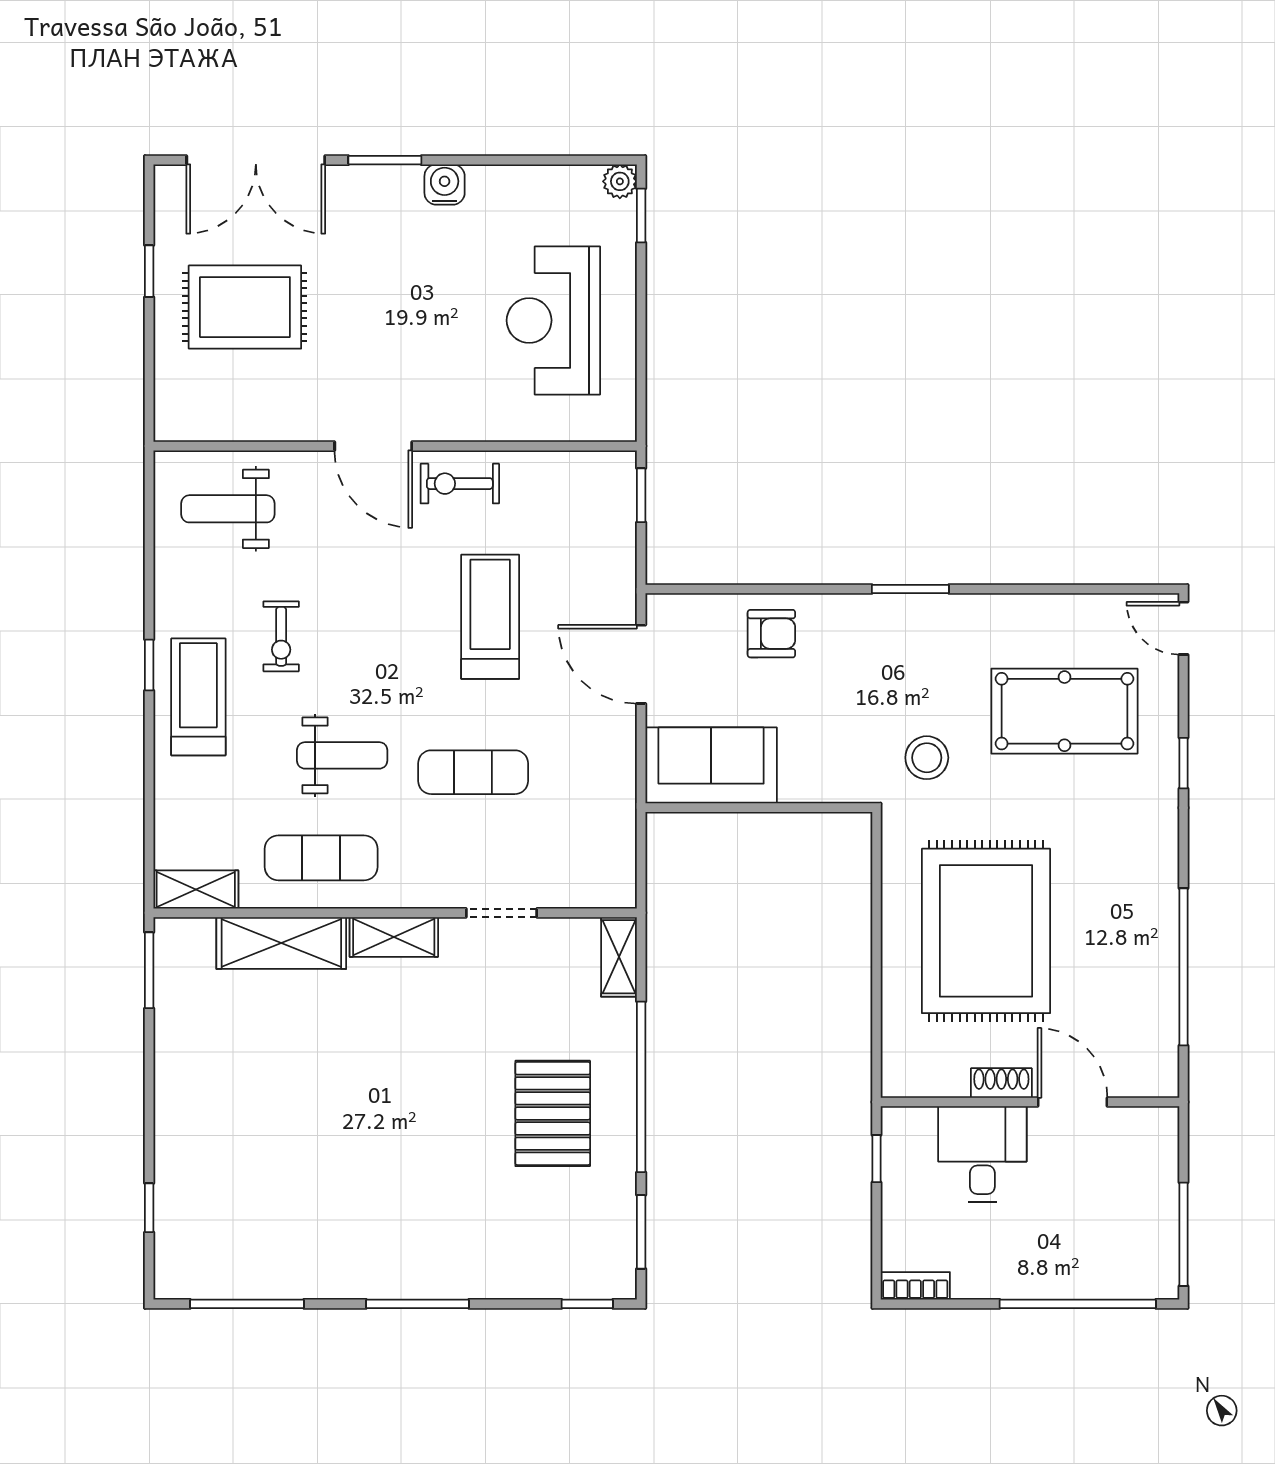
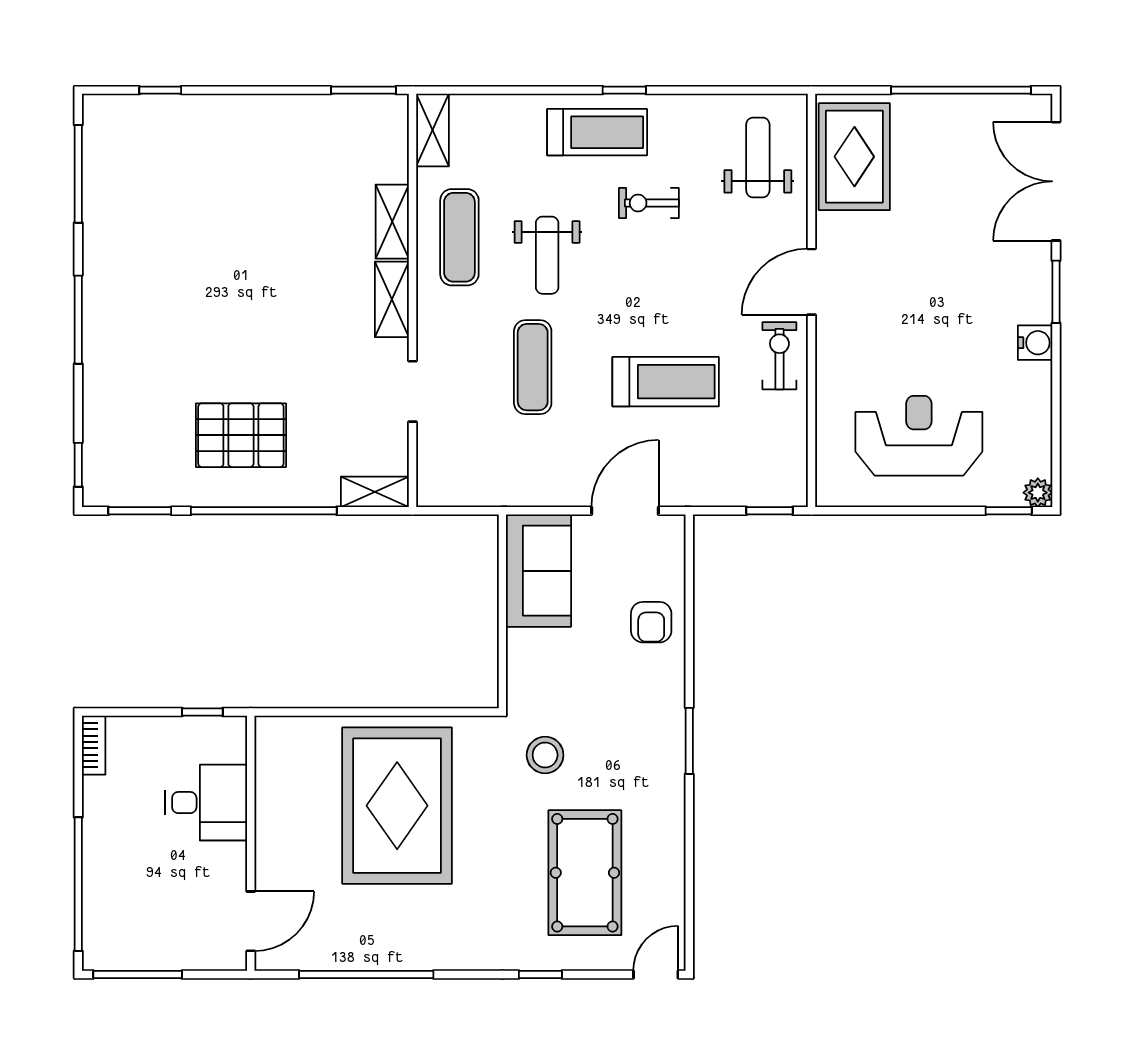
window: (149, 271) -> (961, 90), width x3.17
rug: (245, 307) -> (854, 157), moved
rug: (986, 931) -> (397, 806), turned 90
shelving: (281, 943) -> (392, 222), width x0.67, depth x0.75
shoe rack: (1001, 1083) -> (267, 819), removed
door: (1072, 1102) -> (251, 921), moved

